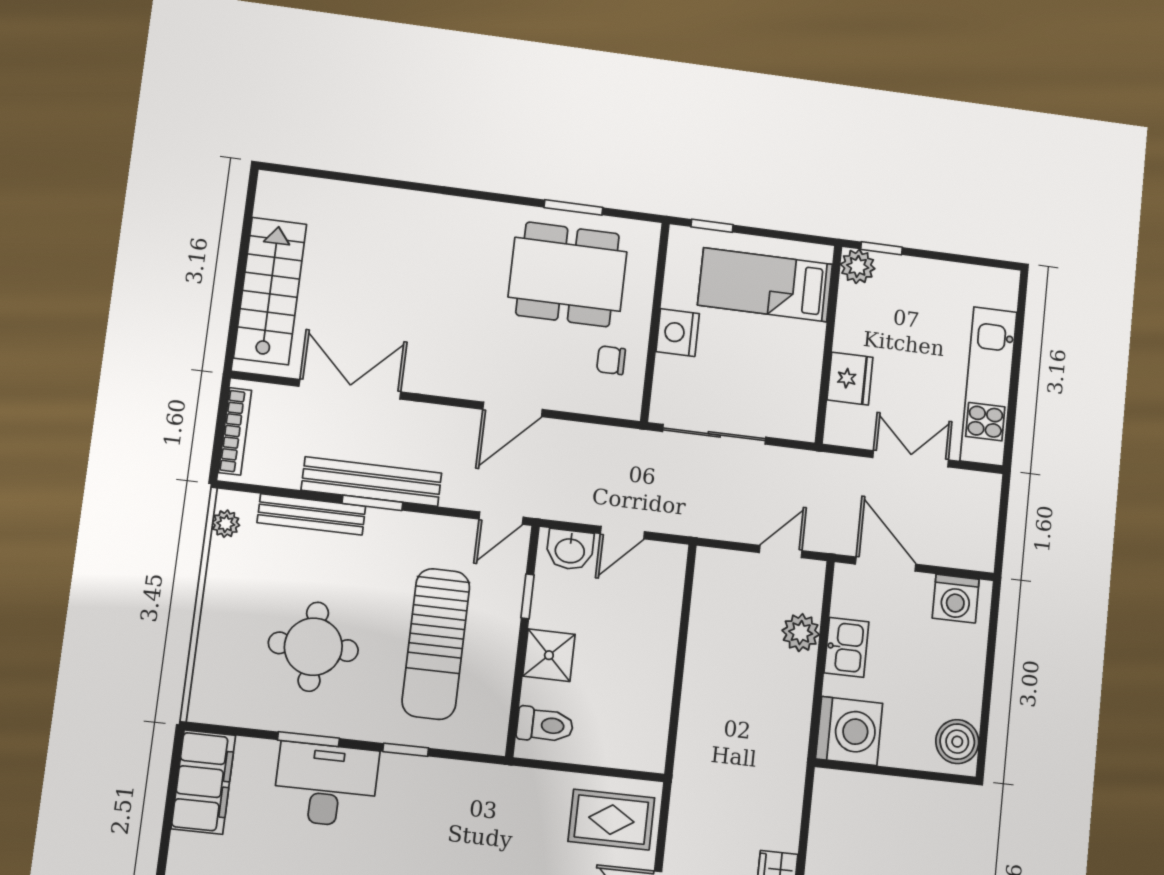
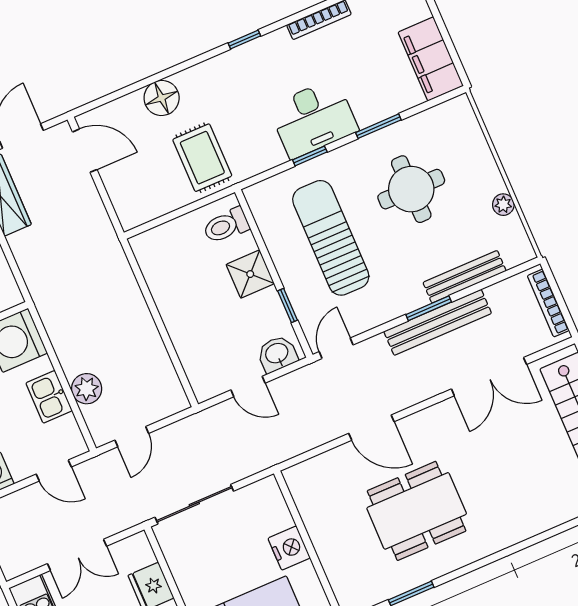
dining table: (568, 274) -> (417, 511), moved
chair: (611, 360) -> (324, 501), removed
door: (513, 409) -> (371, 428), swing flipped
sliding door: (714, 434) -> (194, 504), moved
plant: (226, 524) -> (503, 205), moved
door: (622, 533) -> (248, 386), swing flipped
door: (886, 564) -> (54, 470), width x0.73
desk: (326, 785) -> (313, 118), moved
rug: (611, 820) -> (202, 158), moved, turned 90

